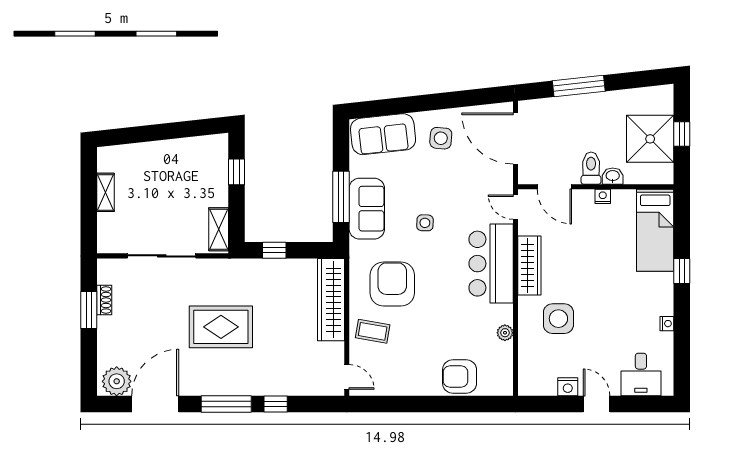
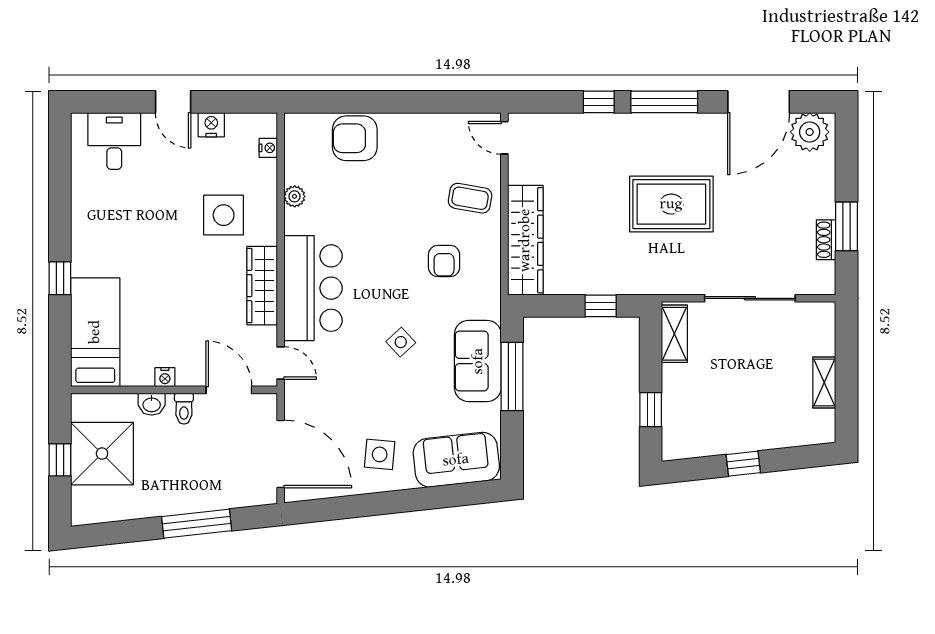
window: (167, 131) -> (743, 464), added
toilet: (591, 168) -> (184, 409), width x0.73, depth x0.72
side table: (425, 223) -> (401, 342), turned 45
armchair: (392, 284) -> (444, 261), width x0.53, depth x0.53
nightstand: (667, 324) -> (268, 148), moved, turned 180
armchair: (460, 377) -> (355, 138), turned 180

